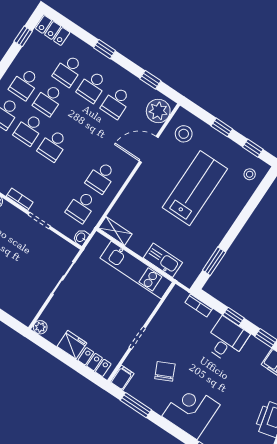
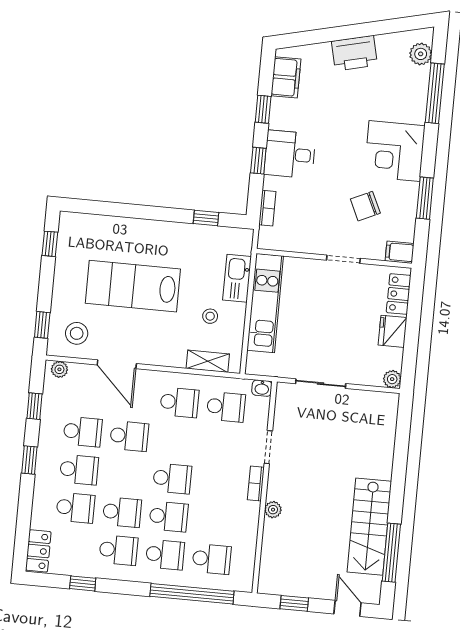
window: (23, 36) -> (83, 583), moved
window: (104, 49) -> (29, 460), moved
plant: (158, 111) -> (59, 369), width x0.53, depth x0.53
window: (222, 127) -> (42, 325), moved
school desk: (97, 132) -> (129, 436), added
stool: (250, 174) -> (210, 316), moved
shelving: (115, 231) -> (208, 361), moved, turned 90
window: (214, 261) -> (206, 218), width x0.67
window: (136, 405) -> (425, 198), moved

